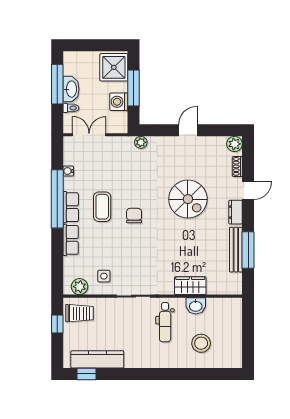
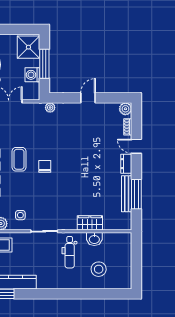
door: (248, 191) -> (136, 146), swing flipped
spiral stairs: (188, 199) -> (88, 153), removed

